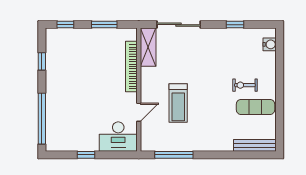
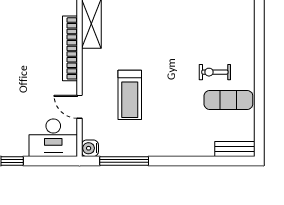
water cooler: (270, 44) -> (90, 148), moved, turned 180
door: (139, 112) -> (79, 107), swing flipped
bench: (255, 145) -> (235, 149), width x0.73

